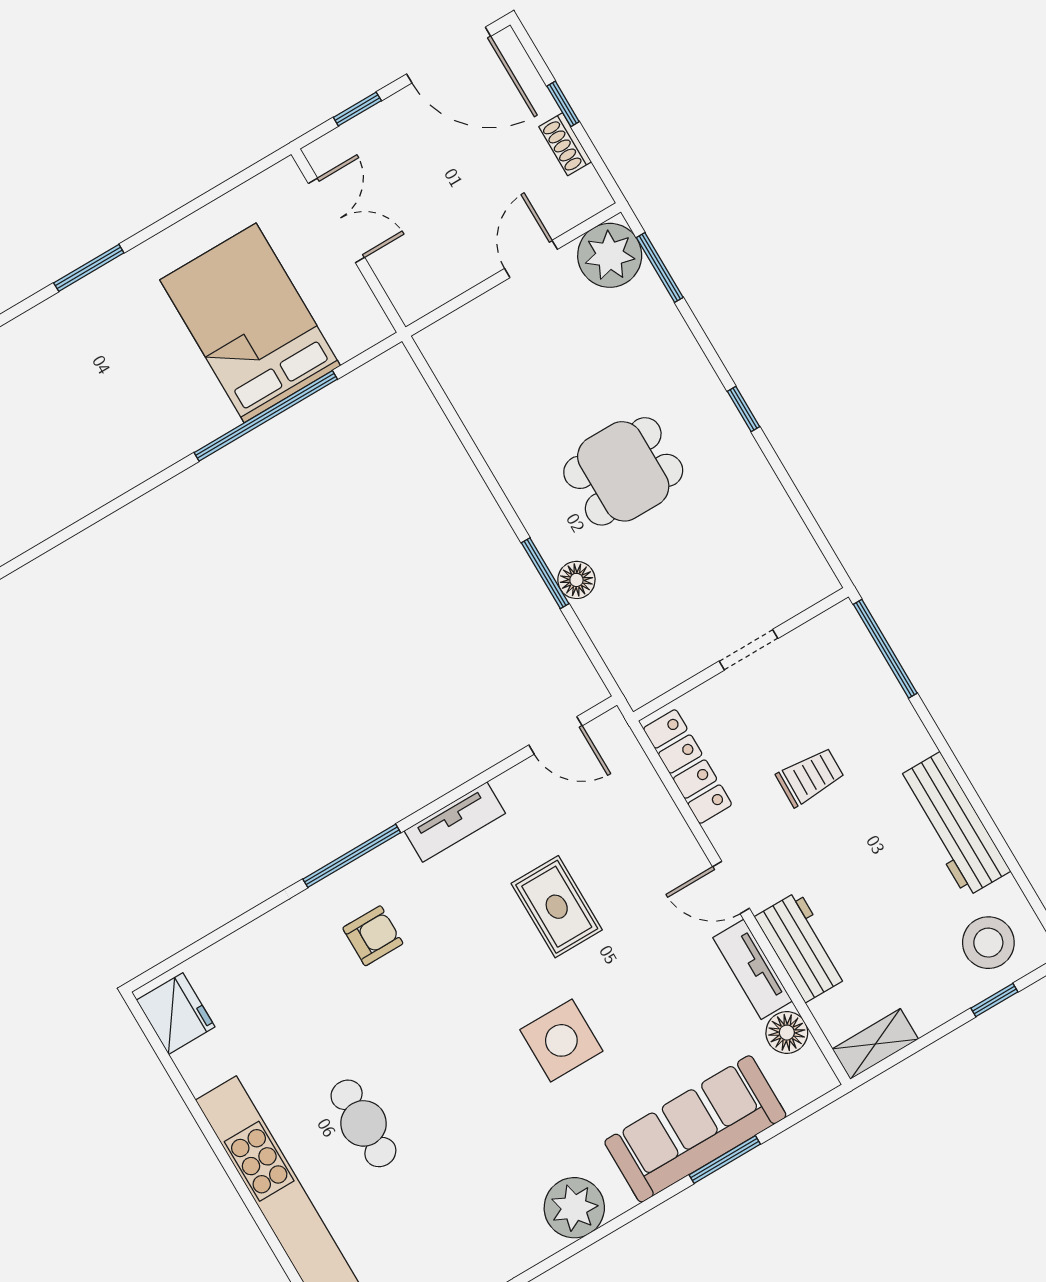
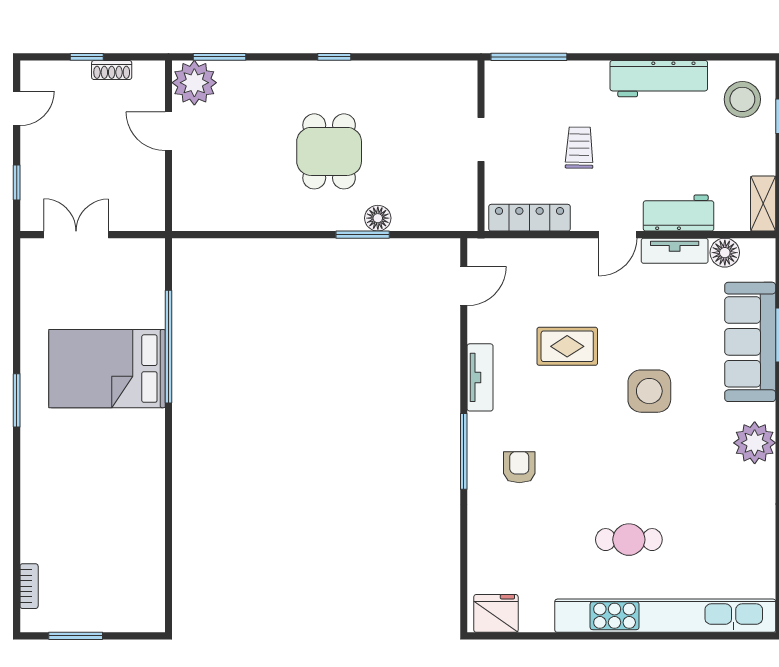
door: (449, 55) -> (17, 108), width x0.53
bed: (250, 323) -> (107, 369), moved

